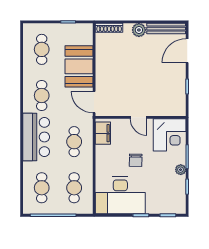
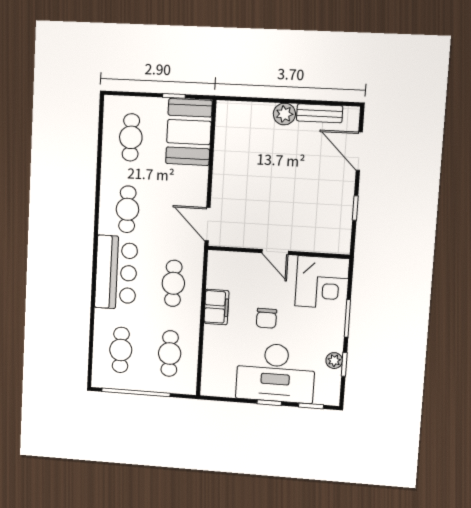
shoe rack: (109, 28) -> (237, 108), removed
bench: (166, 29) -> (320, 113), width x0.73
door: (187, 51) -> (359, 151), hinge flipped
booth: (79, 66) -> (189, 132), moved
filing cabinet: (103, 133) -> (216, 307), moved
plant: (181, 170) -> (334, 361), moved
desk: (120, 195) -> (276, 373), moved

